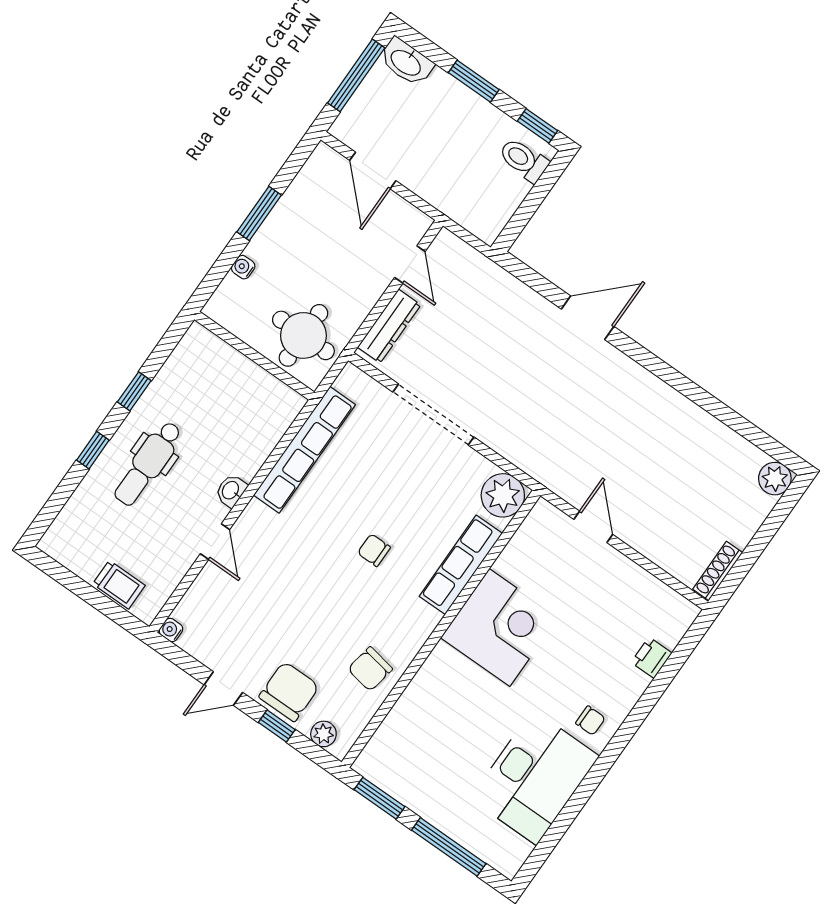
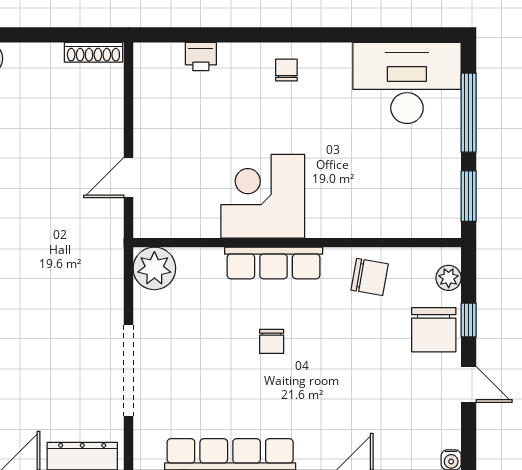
row of seats: (461, 565) -> (274, 263), moved
chair: (289, 692) -> (434, 330), turned -90
desk: (535, 777) -> (407, 83), moved

